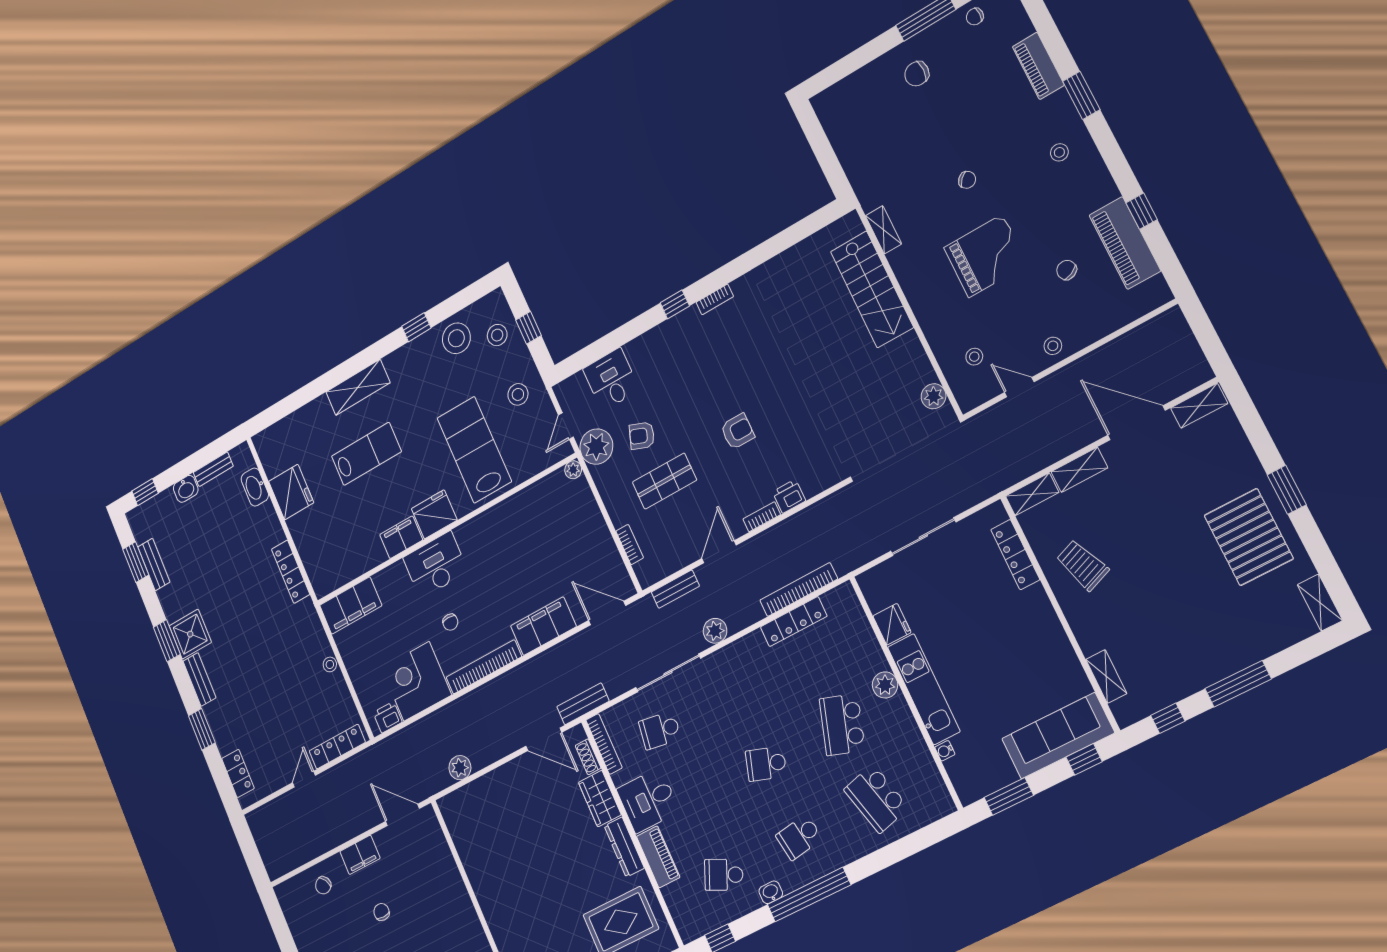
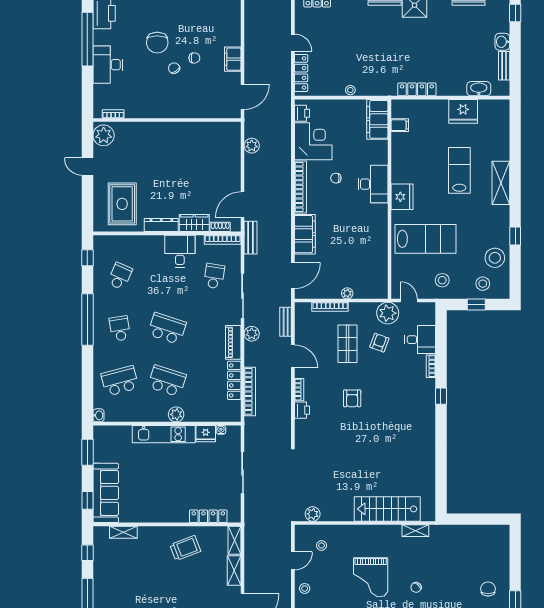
bookcase: (715, 299) -> (431, 366), moved
lab bench: (366, 454) -> (459, 170), turned 180
plant: (573, 470) -> (347, 293), moved
filing cabinet: (401, 537) -> (400, 125), moved, width x0.50
bookcase: (630, 545) -> (330, 307), width x1.56
water cooler: (945, 751) -> (221, 430), moved
school desk: (766, 764) -> (167, 329), width x1.85
piano: (658, 857) -> (233, 342), moved, turned 90
chair: (323, 885) -> (174, 68), moved
washbasin: (771, 892) -> (98, 415), moved

